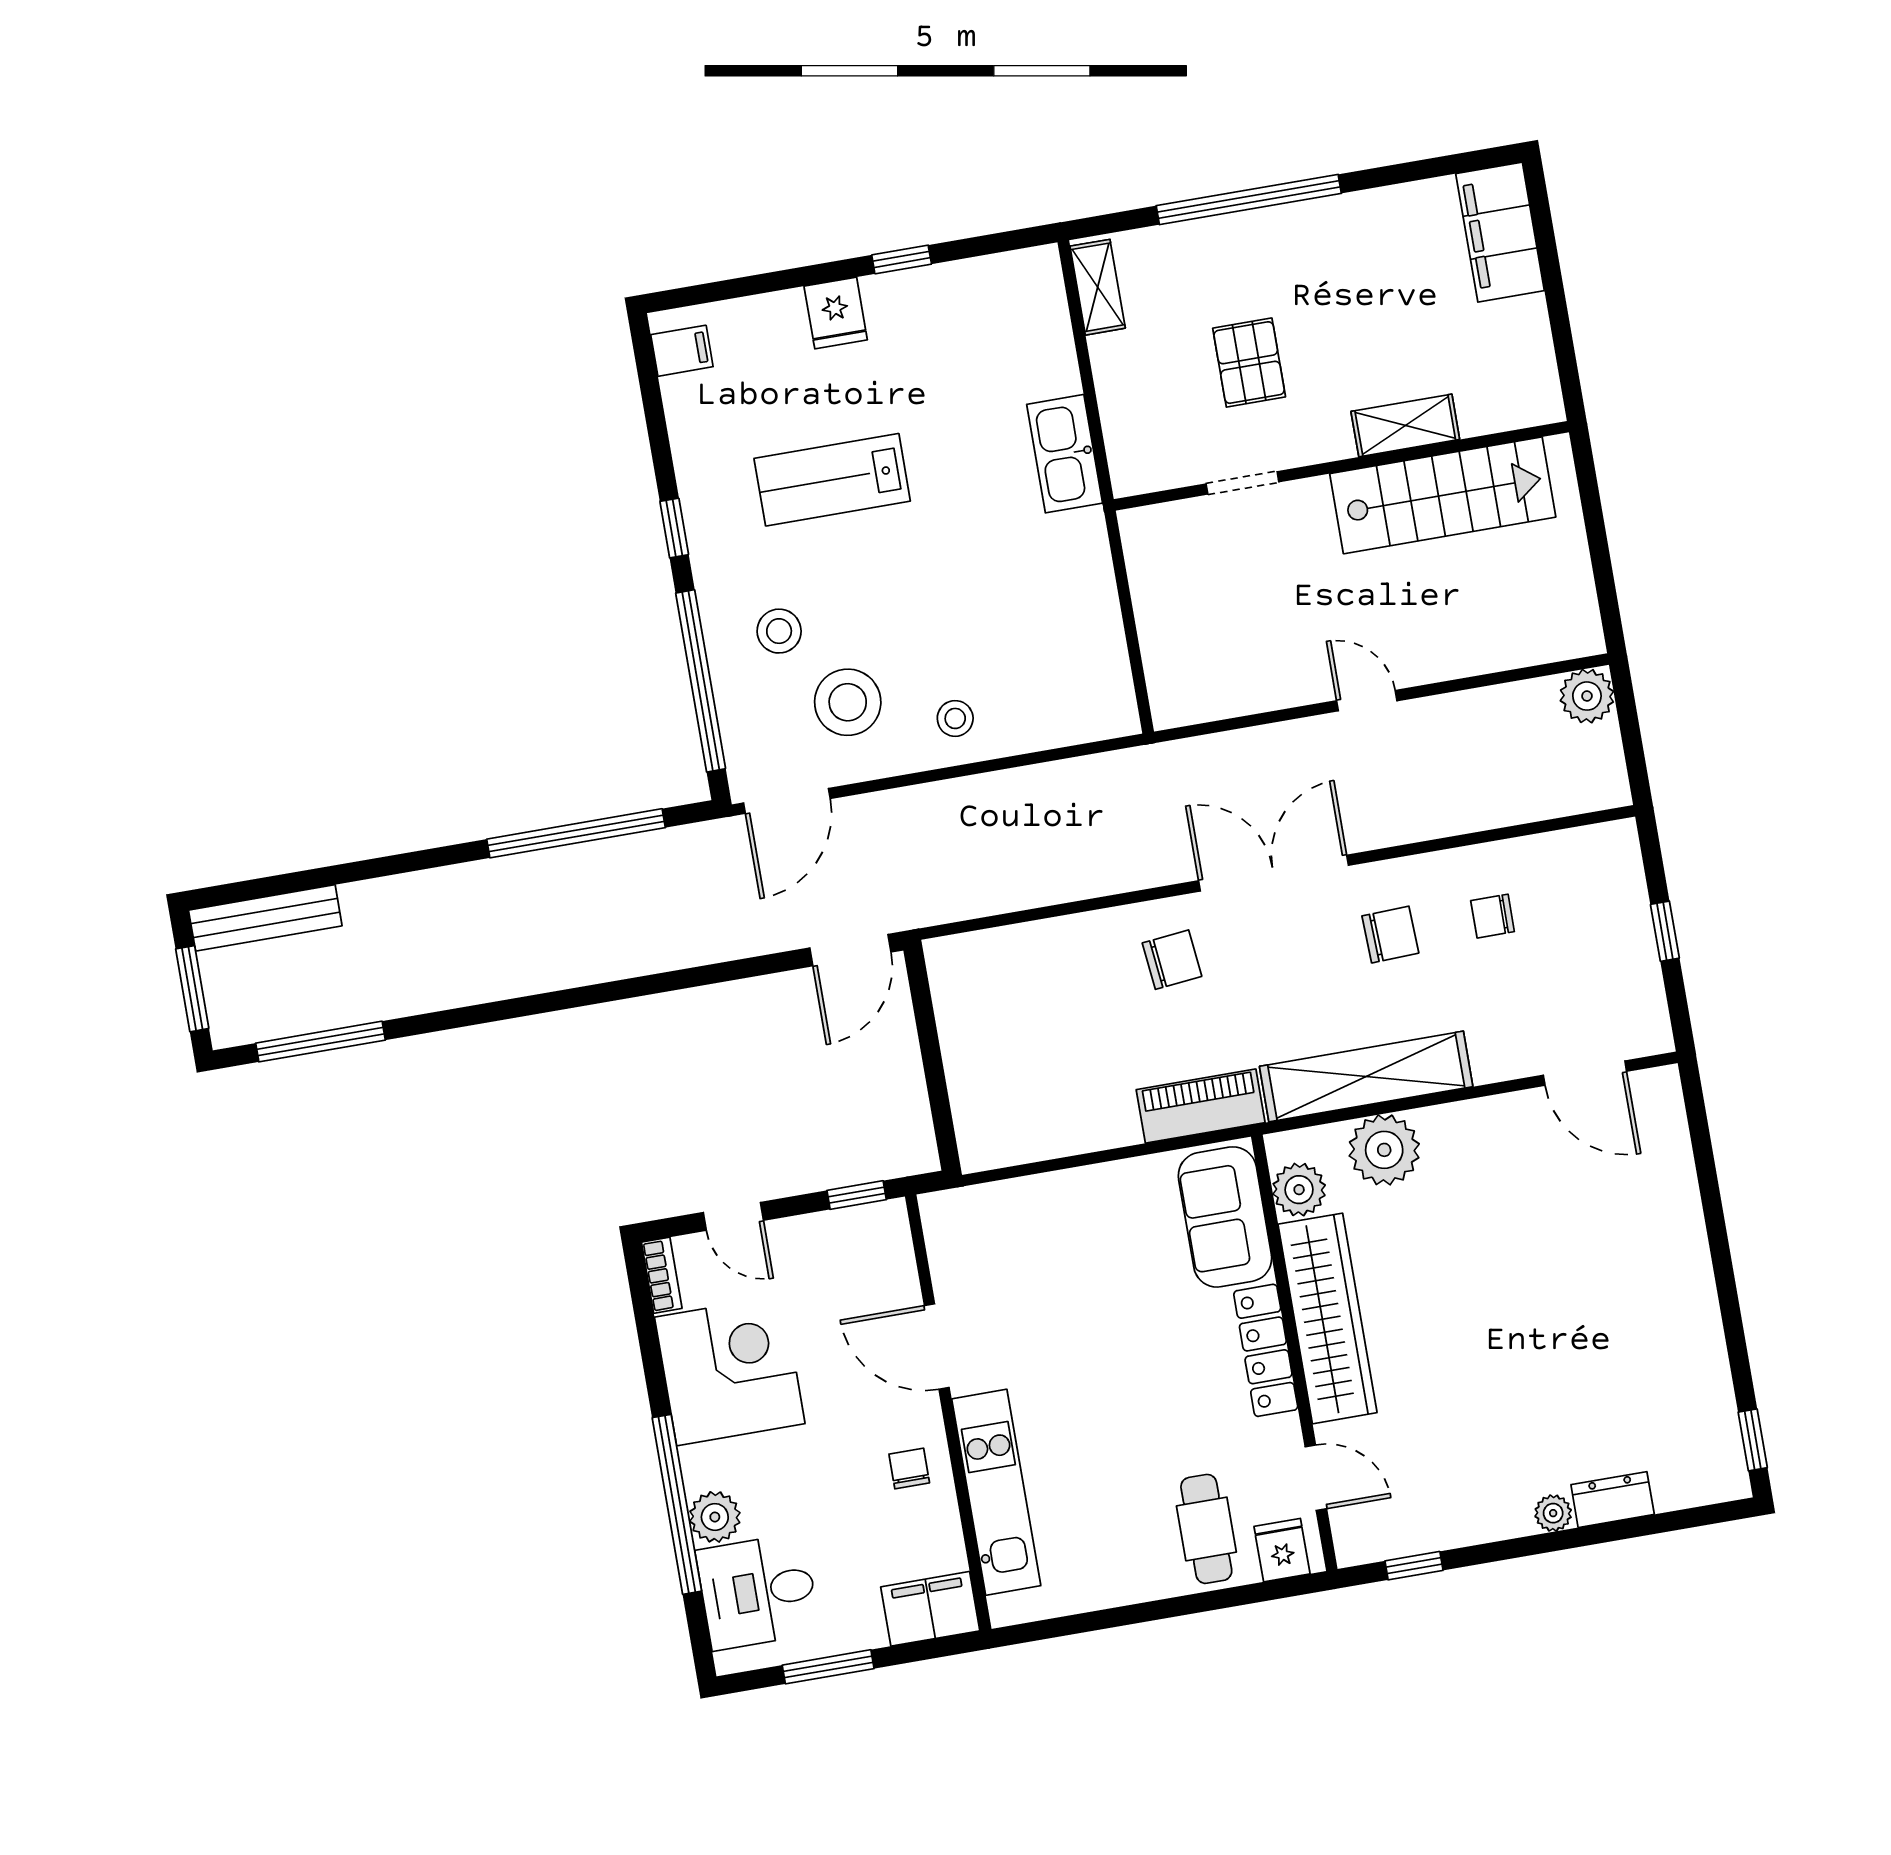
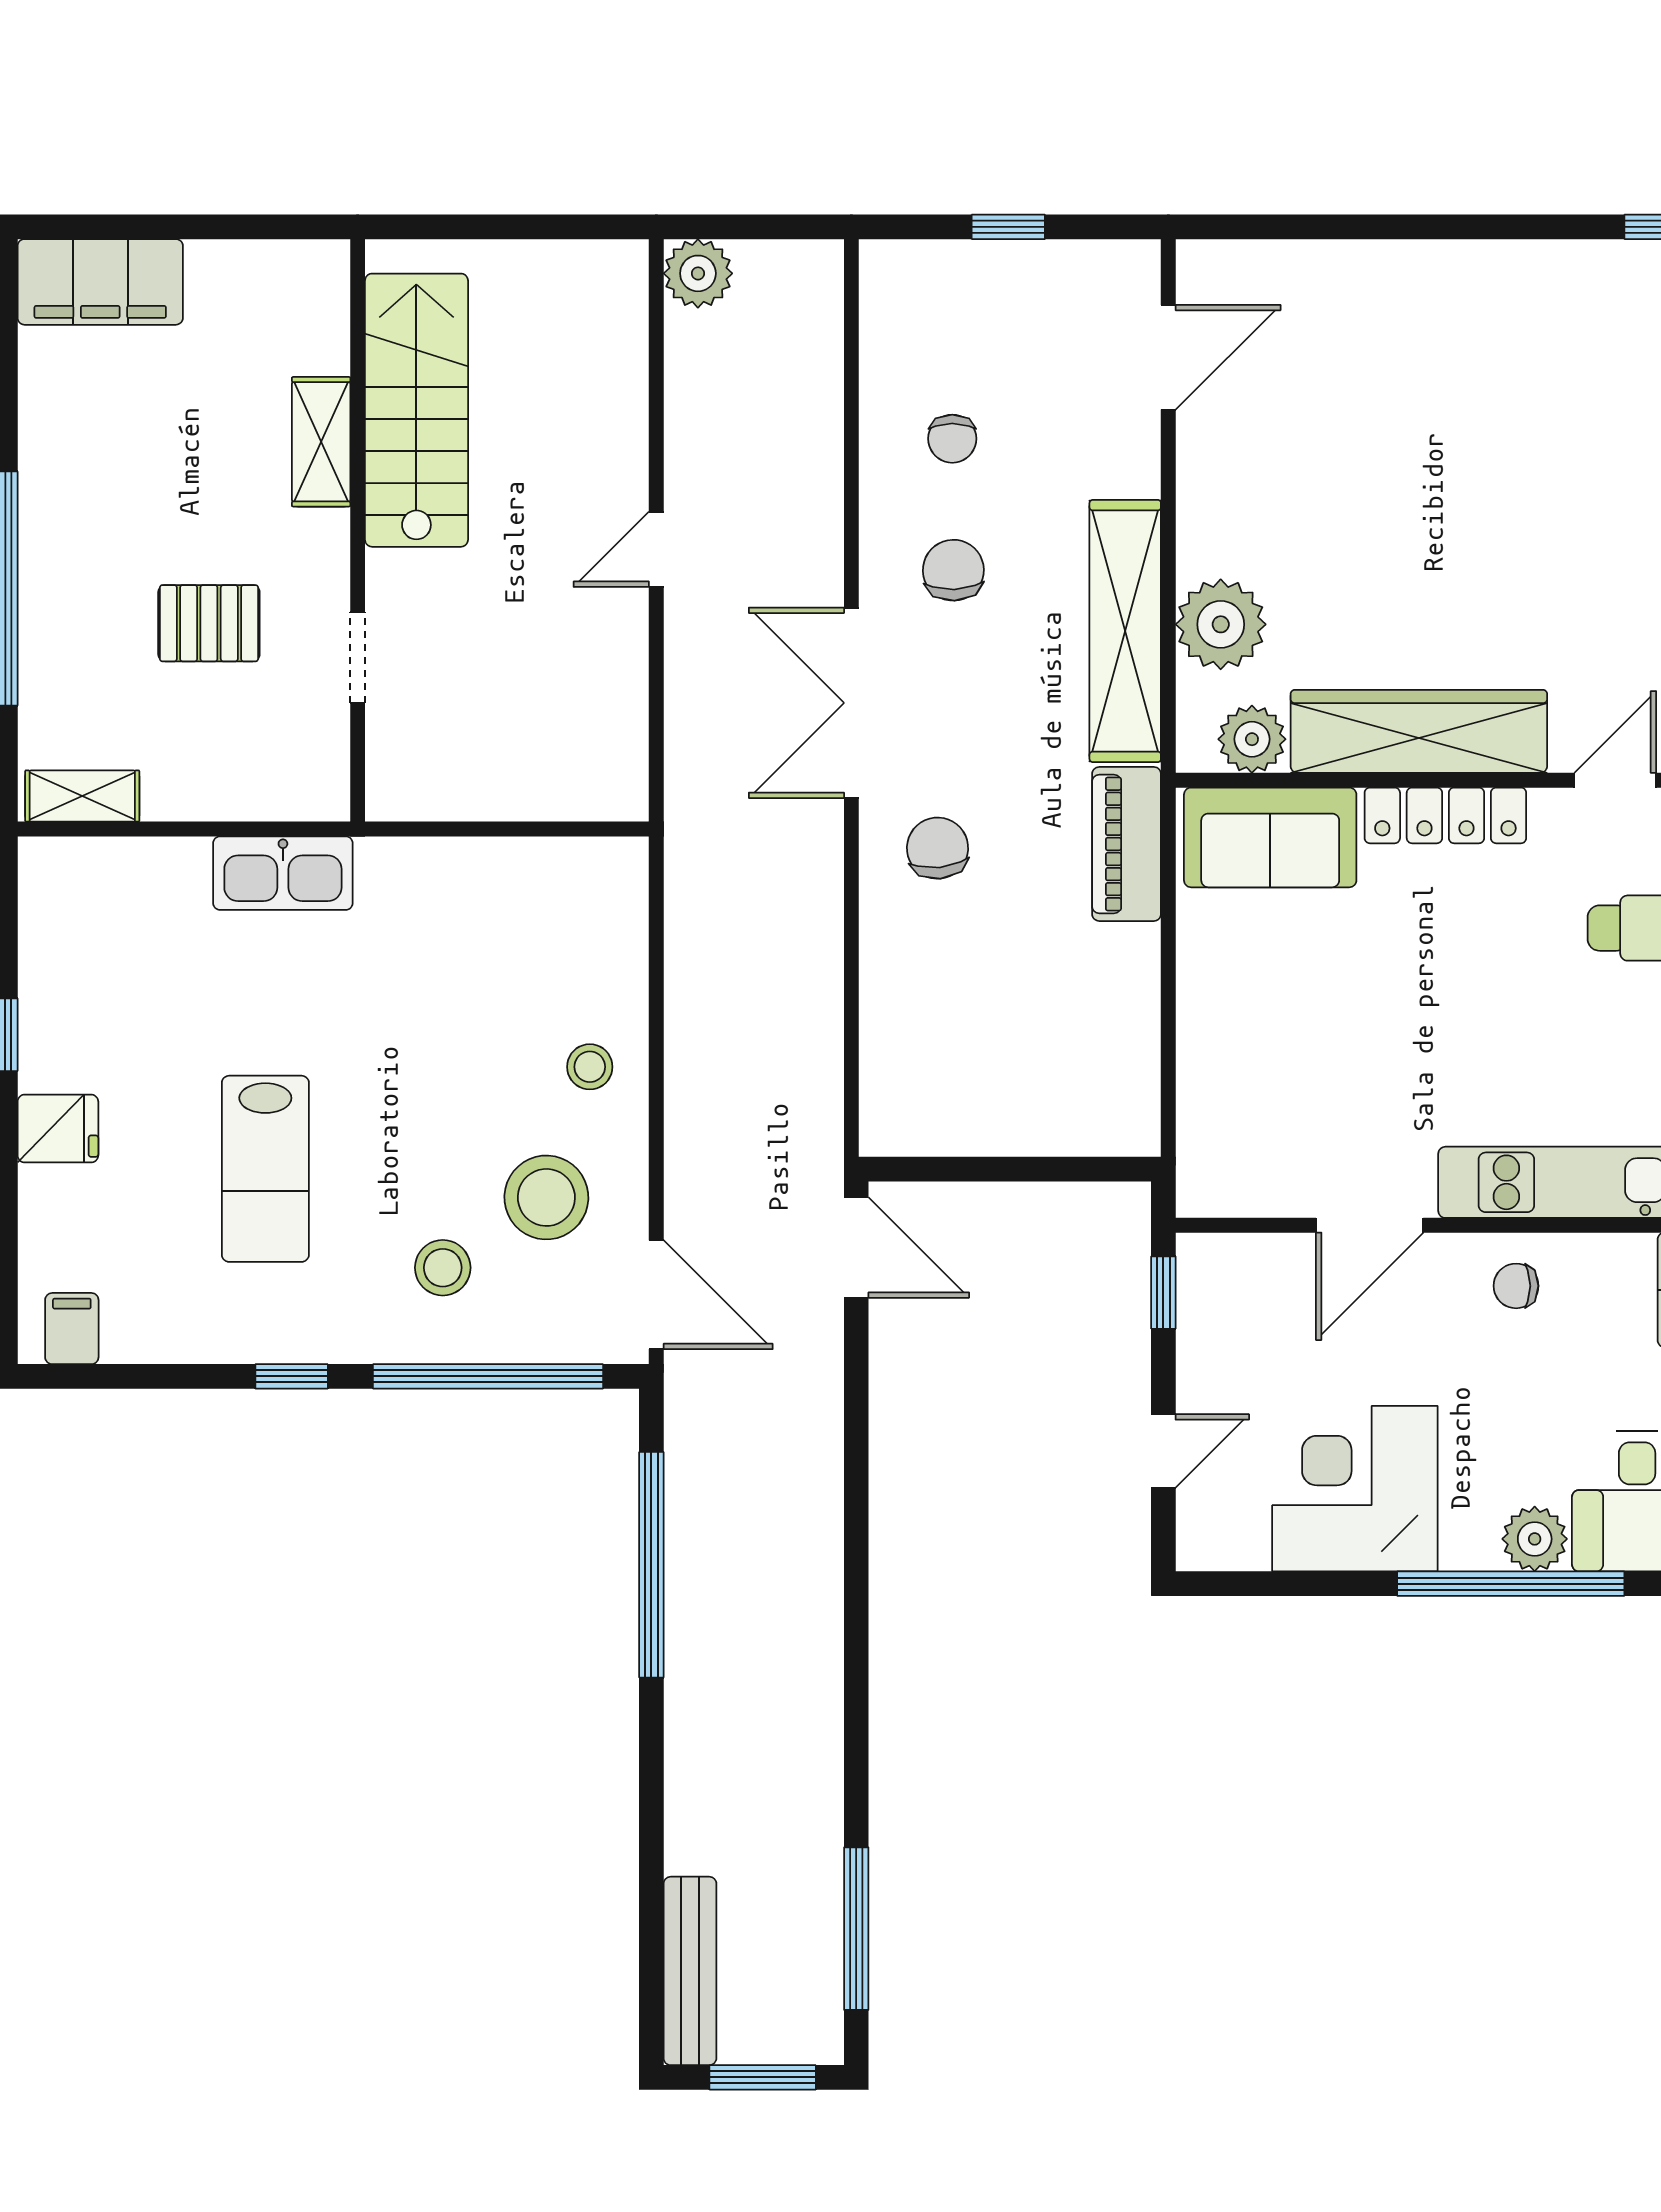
bookcase: (662, 1275) -> (1221, 1553), removed

